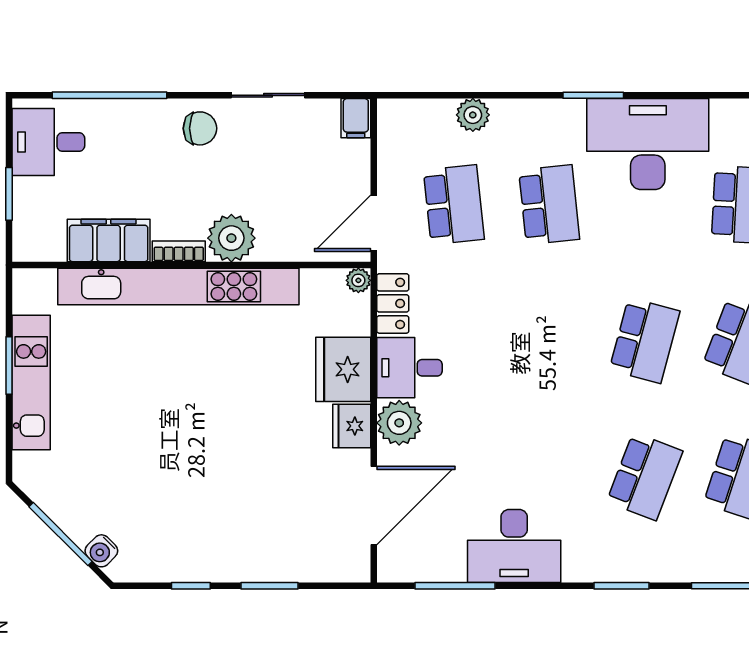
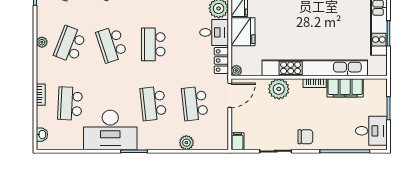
chair: (200, 128) -> (305, 137), turned 180
plant: (231, 238) -> (279, 89), moved
school desk: (549, 341) -> (153, 44), added
school desk: (645, 341) -> (112, 44), turned -33

